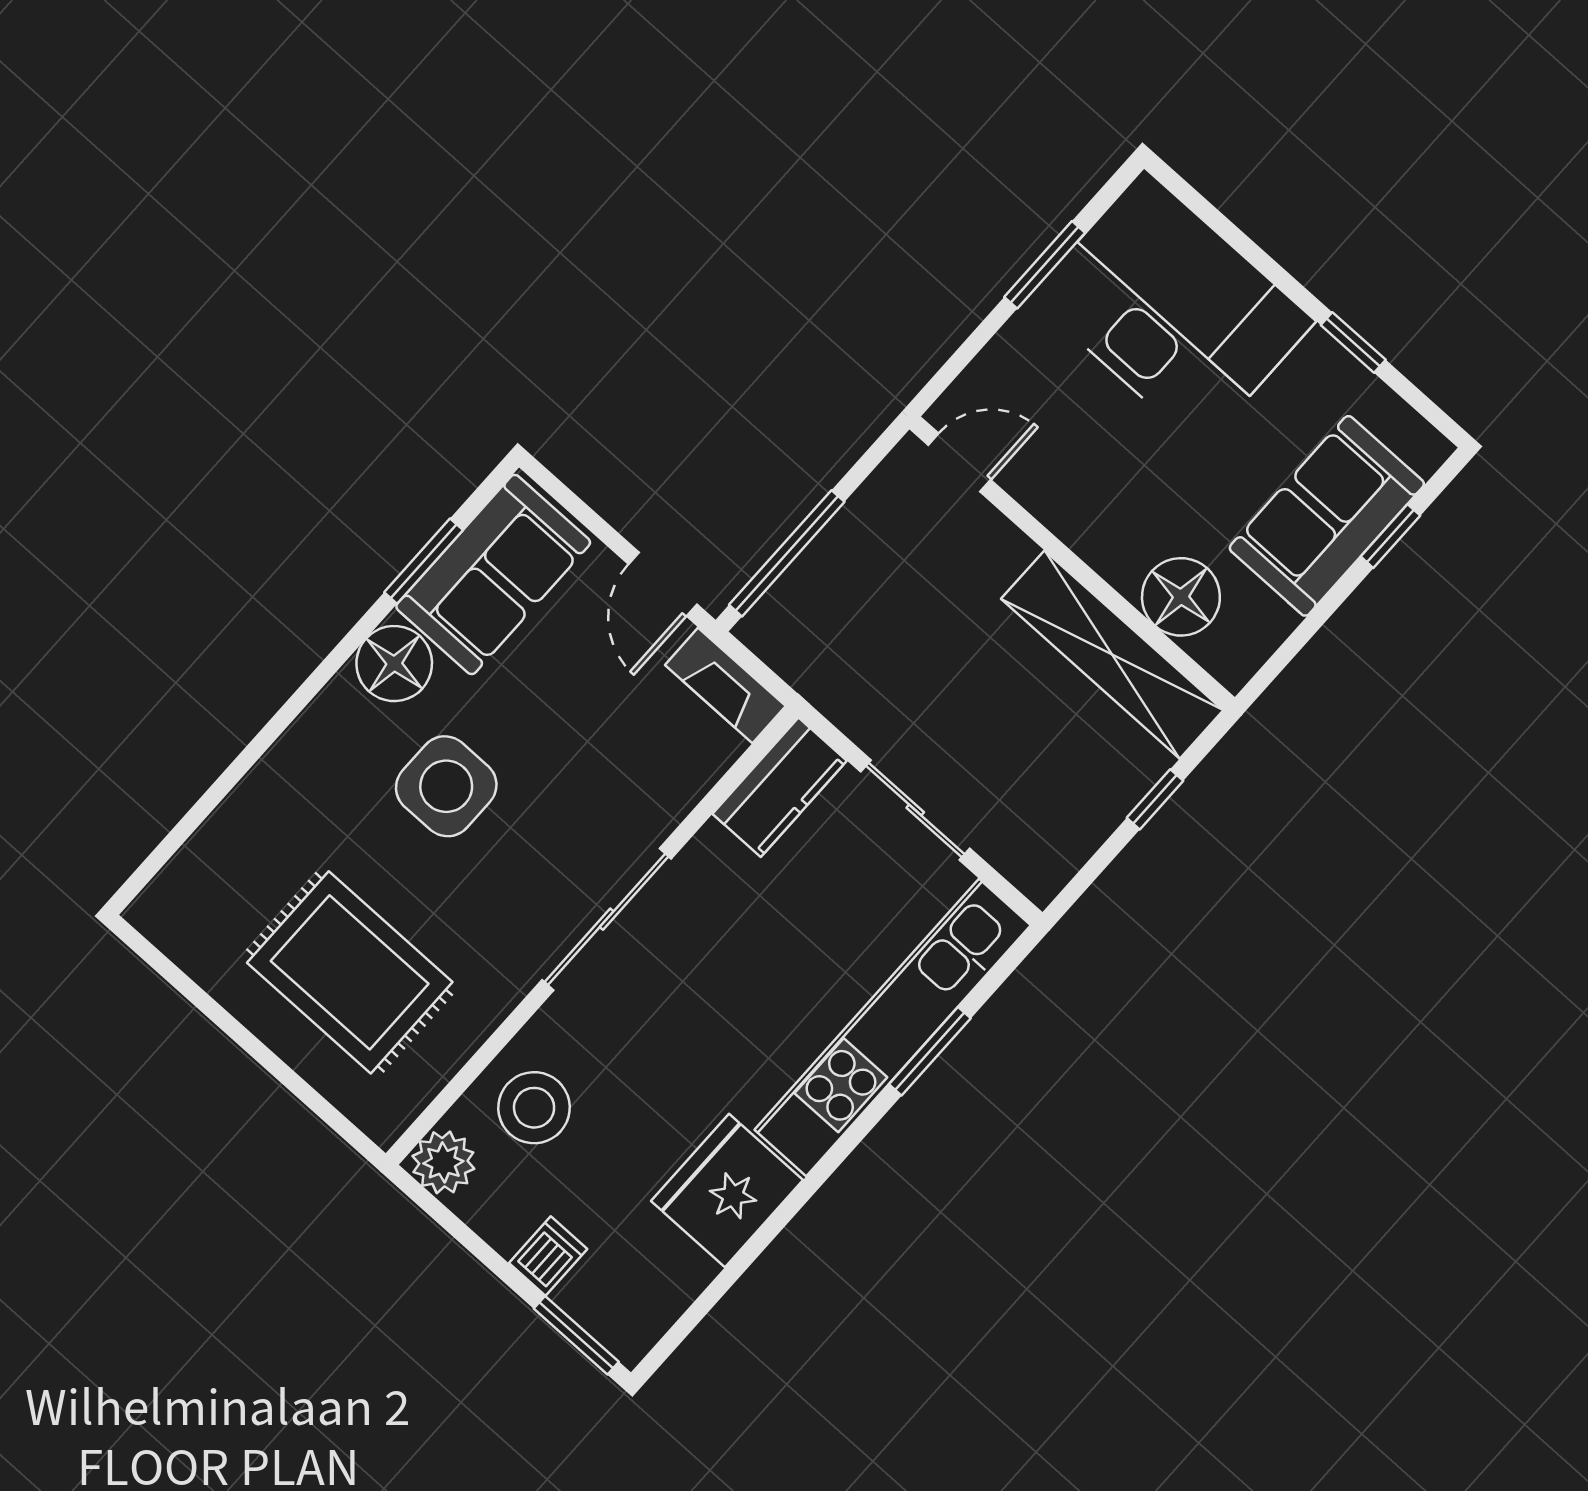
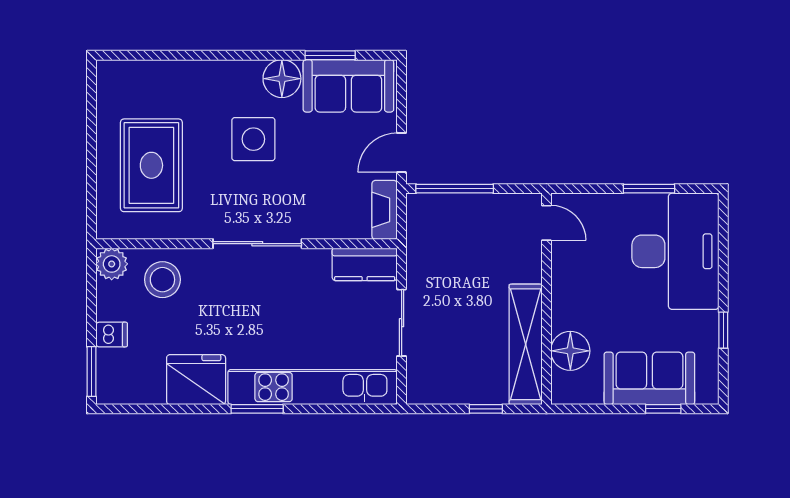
window: (930, 1051) -> (257, 409), moved

